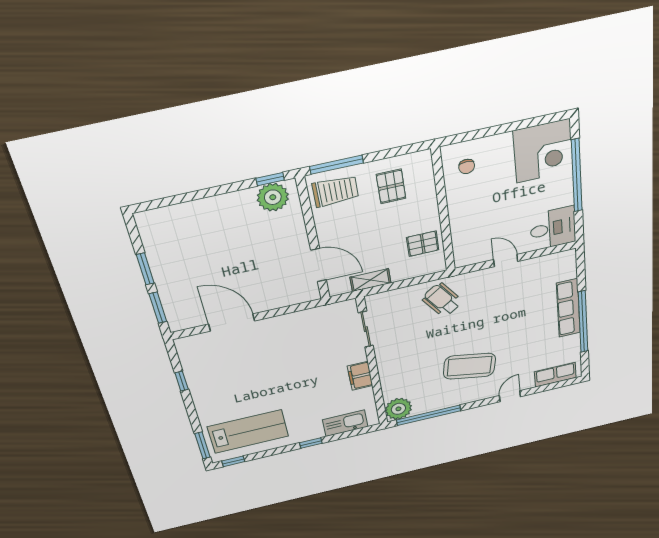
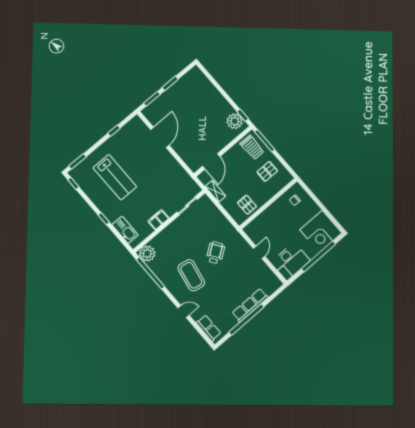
desk: (553, 228) -> (291, 261), width x1.37
wheelchair: (442, 300) -> (215, 253), moved
lab bench: (248, 432) -> (115, 177), moved

